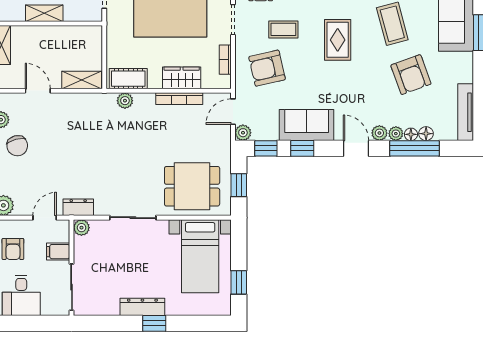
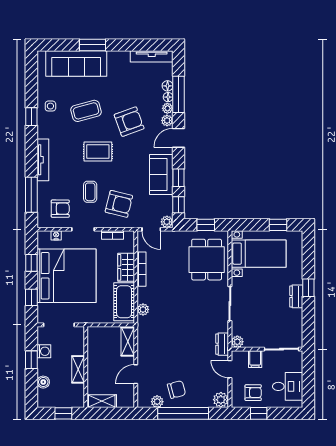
armchair: (267, 68) -> (119, 204), turned -63
armchair: (411, 75) -> (129, 122), moved
cot: (128, 79) -> (124, 302), width x1.37, depth x1.34
dresser: (142, 307) -> (296, 296), width x0.70

